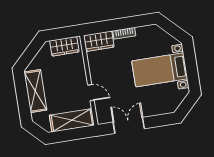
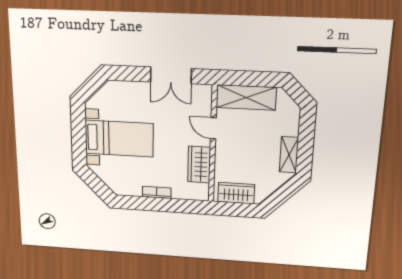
wardrobe: (99, 41) -> (199, 165), moved, turned -90
shelving: (35, 91) -> (289, 155), width x0.67, depth x0.75

